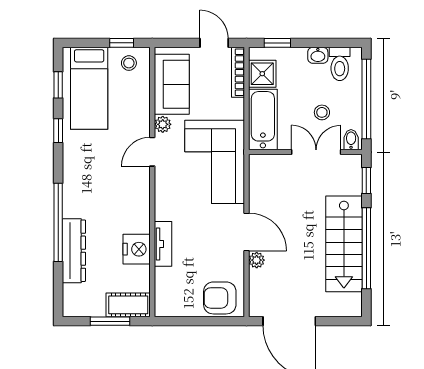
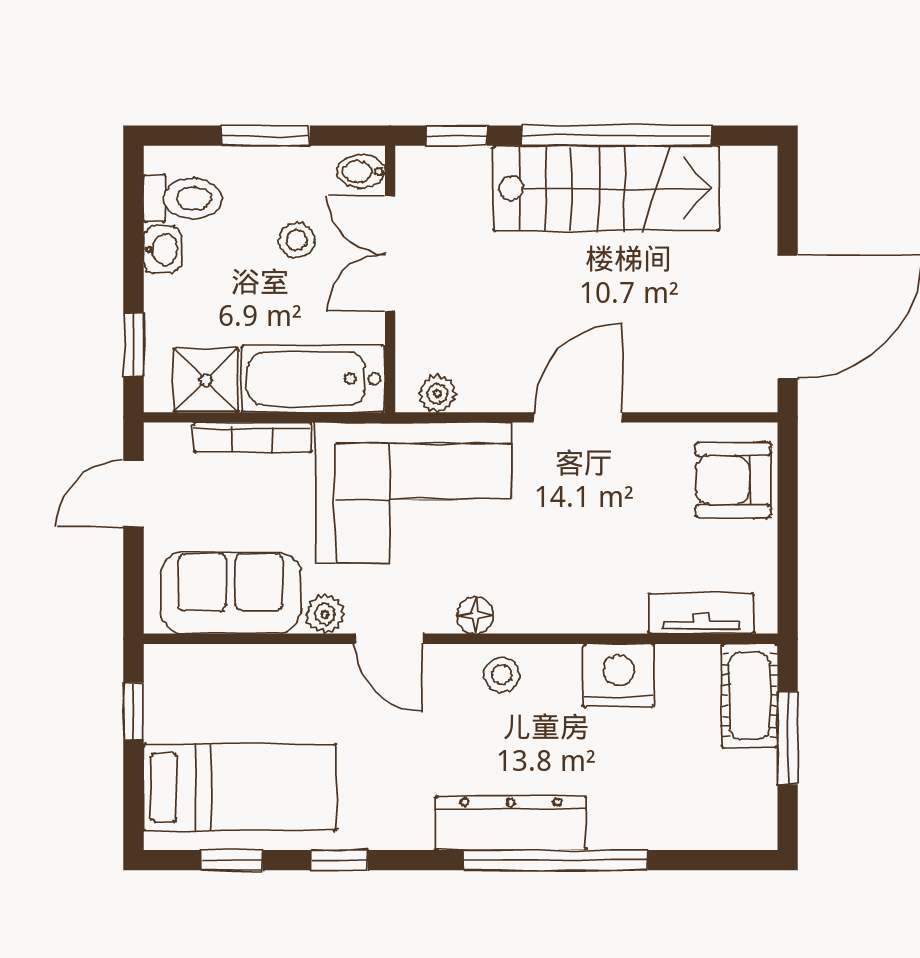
stool: (129, 63) -> (502, 675), moved
bookcase: (238, 72) -> (252, 437), moved
window: (366, 99) -> (265, 136), width x0.47
floor lamp: (162, 188) -> (475, 615), added
tv unit: (163, 244) -> (701, 614), moved
dresser: (74, 251) -> (511, 823), moved
plant: (257, 260) -> (437, 394), moved
armchair: (220, 298) -> (733, 480), turned 90

